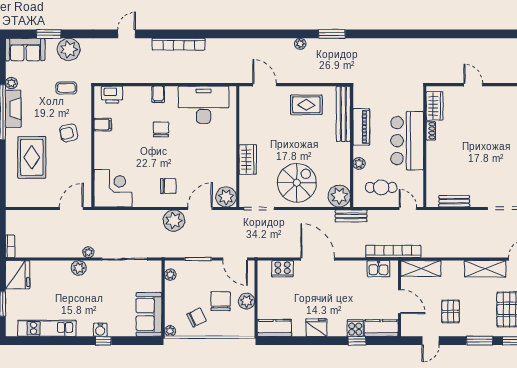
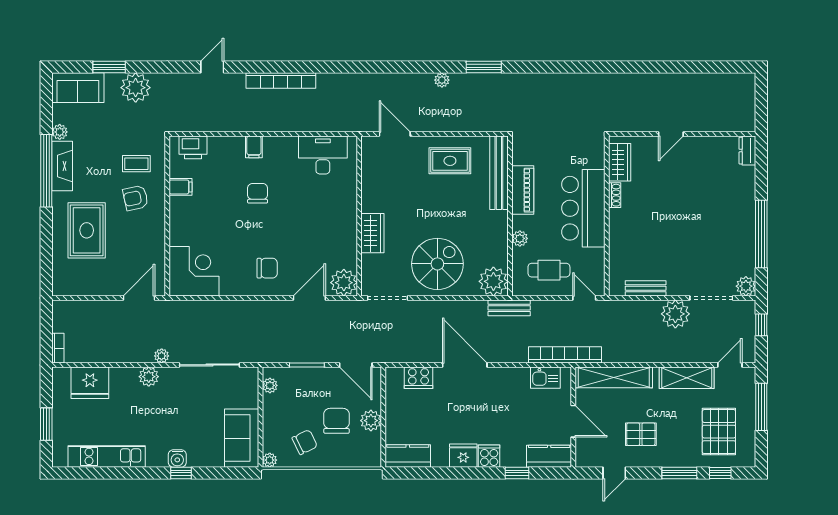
door: (473, 85) -> (671, 134), swing flipped
coffee table: (66, 88) -> (136, 164), moved
desk: (204, 105) -> (323, 155), width x0.73, depth x0.77
plant: (174, 221) -> (675, 314), moved
shelving: (421, 268) -> (614, 377), width x1.47
fridge: (18, 275) -> (90, 383), moved, turned 90
pallet: (451, 311) -> (641, 434), turned 90
cooker: (355, 328) -> (489, 456), moved

